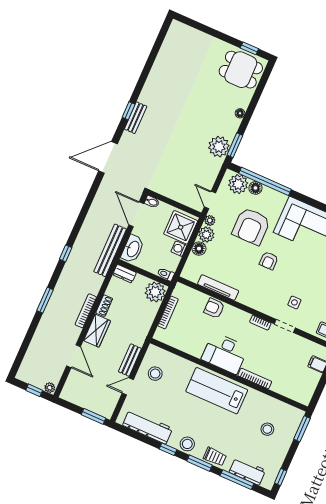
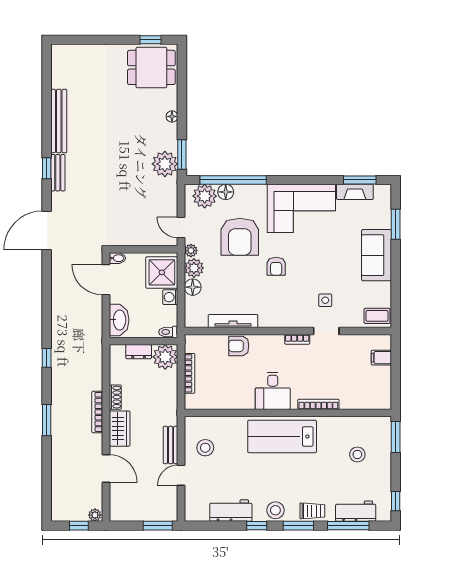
bench: (110, 250) -> (59, 121), moved
dresser: (124, 274) -> (139, 352), moved
desk: (225, 353) -> (273, 391), width x0.73
workbench: (148, 427) -> (231, 511), width x0.73

